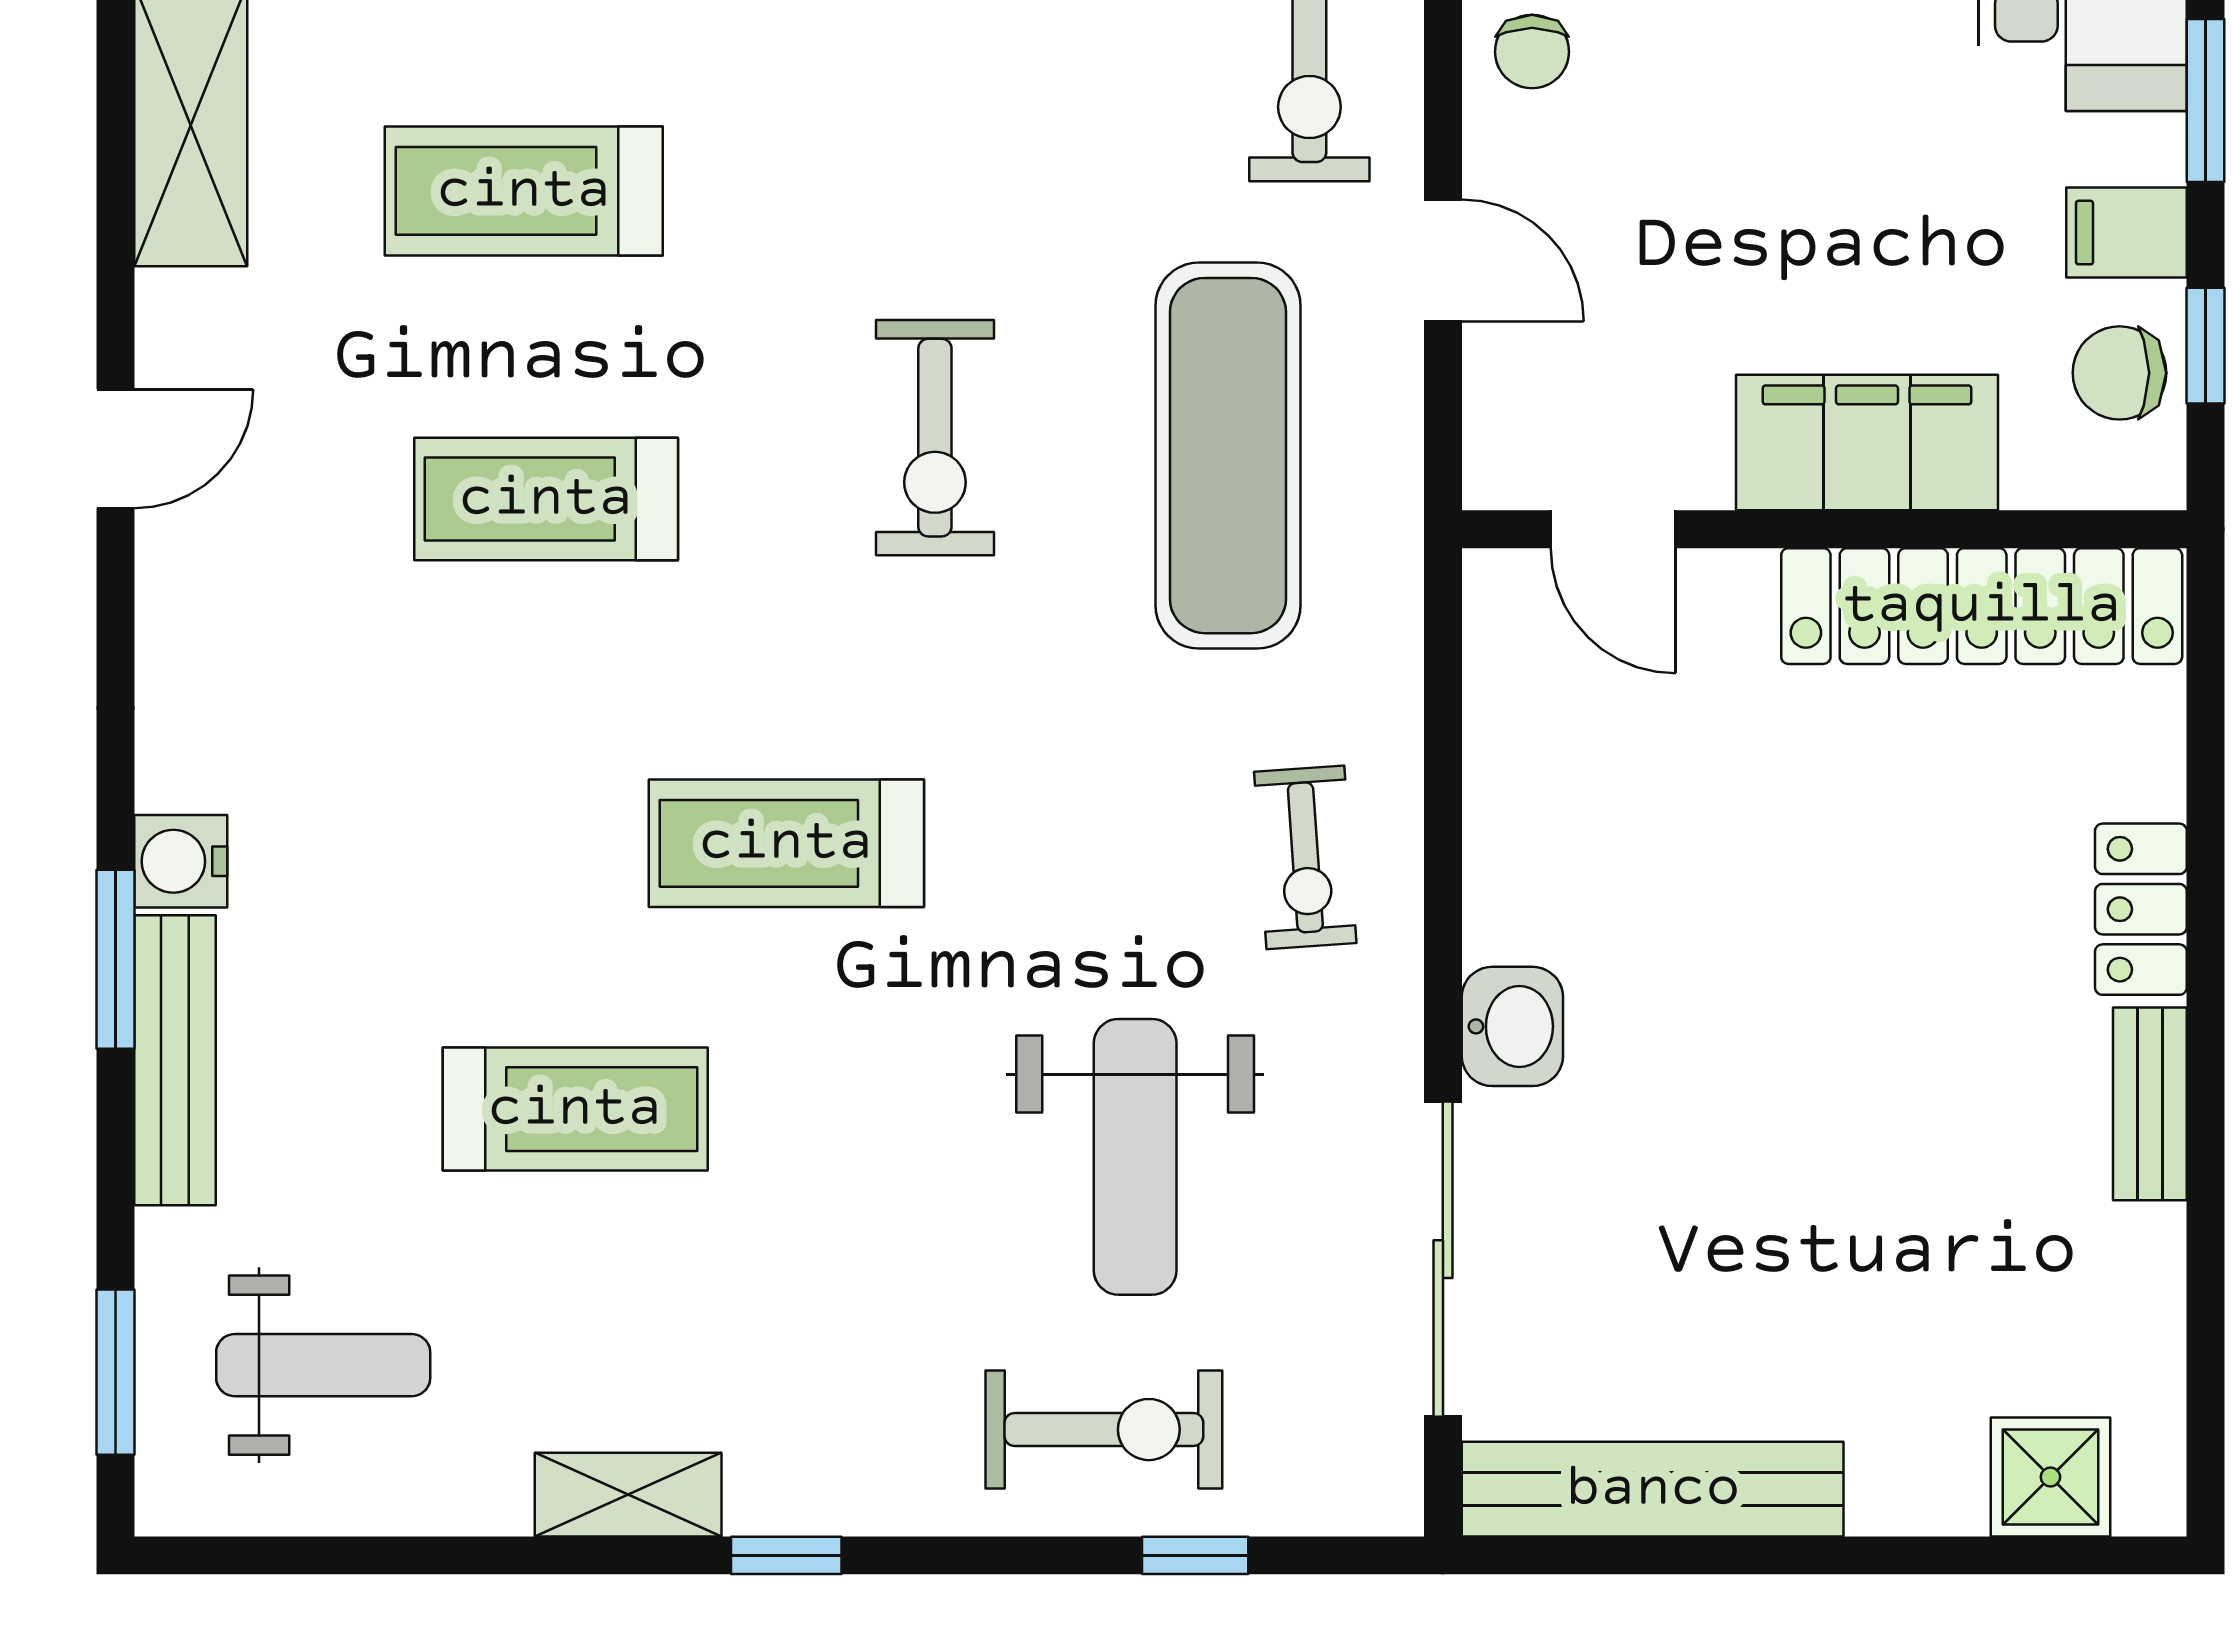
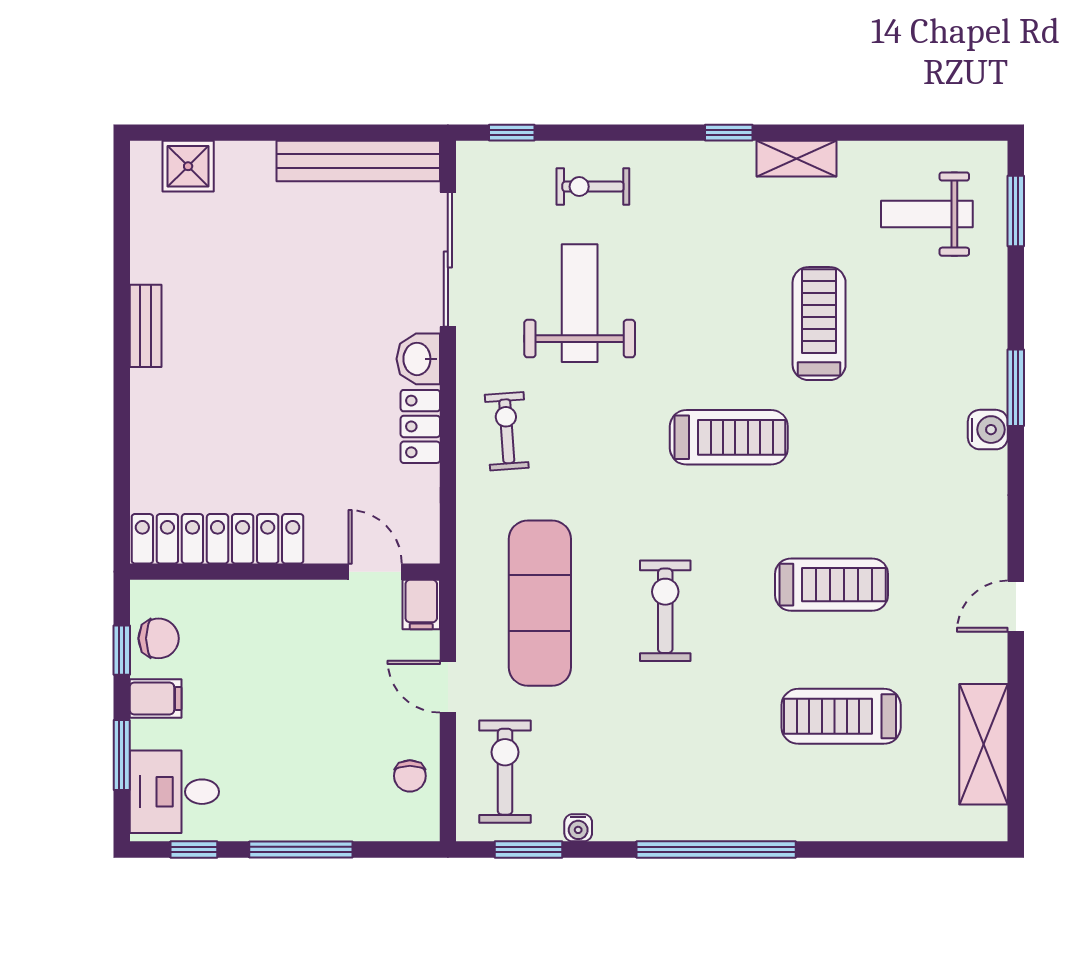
chair: (1532, 52) -> (410, 776), turned 180
treadmill: (524, 191) -> (841, 716), turned 180
filing cabinet: (1867, 442) -> (421, 605), moved, width x0.33, depth x0.86
locker: (2141, 909) -> (420, 426), moved, turned 180
bench: (175, 1060) -> (990, 344), removed
treadmill: (575, 1109) -> (819, 324), turned 90
exercise bike: (1104, 1430) -> (593, 187), width x0.73, depth x0.72
window: (1195, 1555) -> (512, 133), moved

